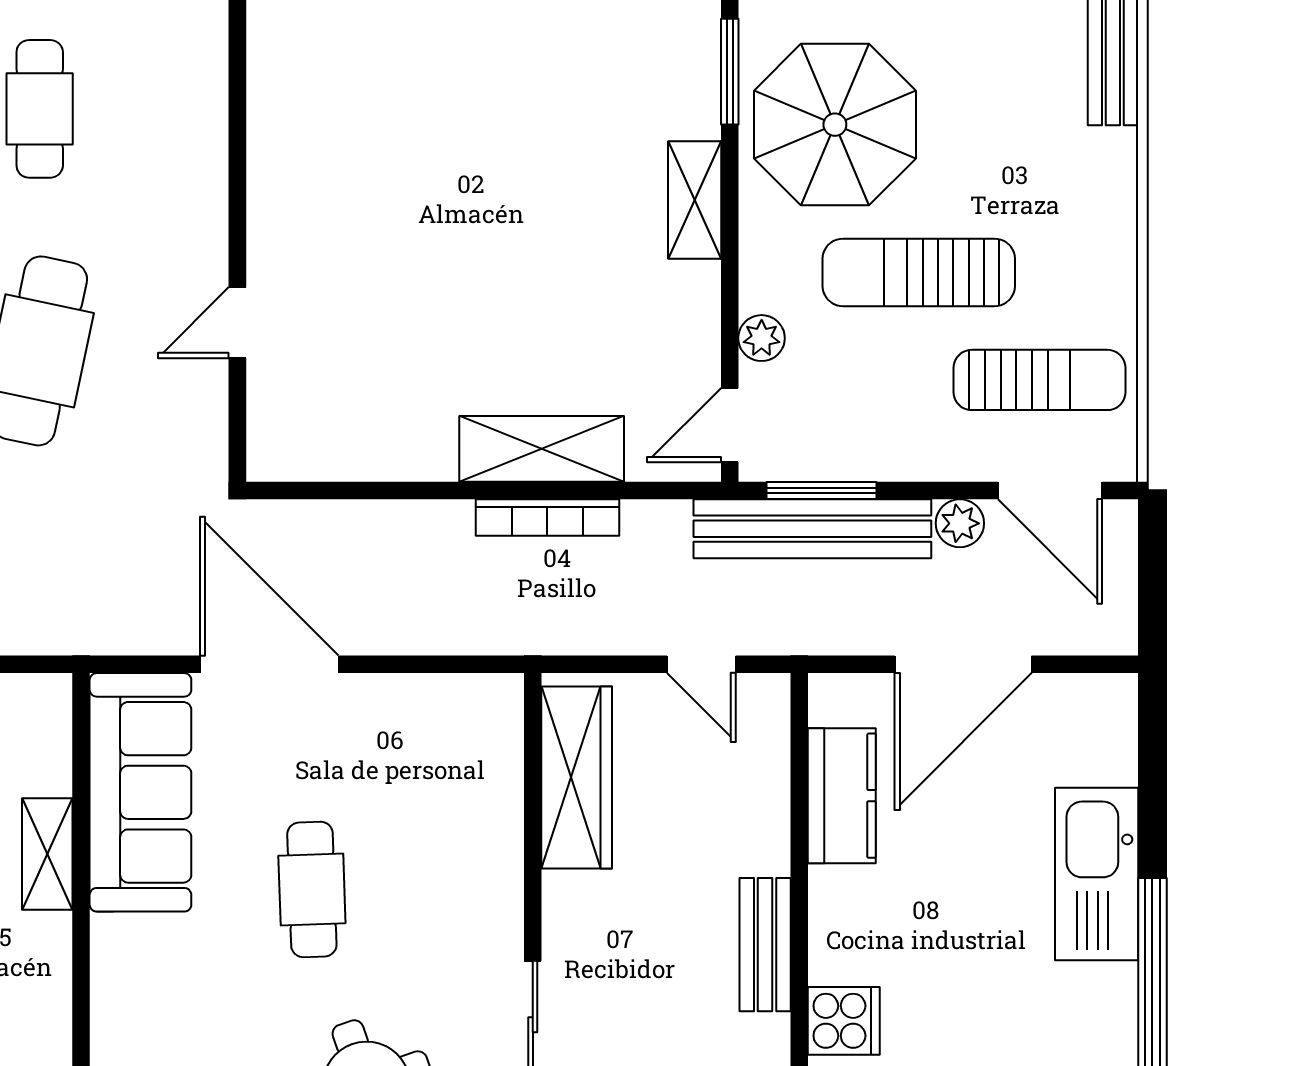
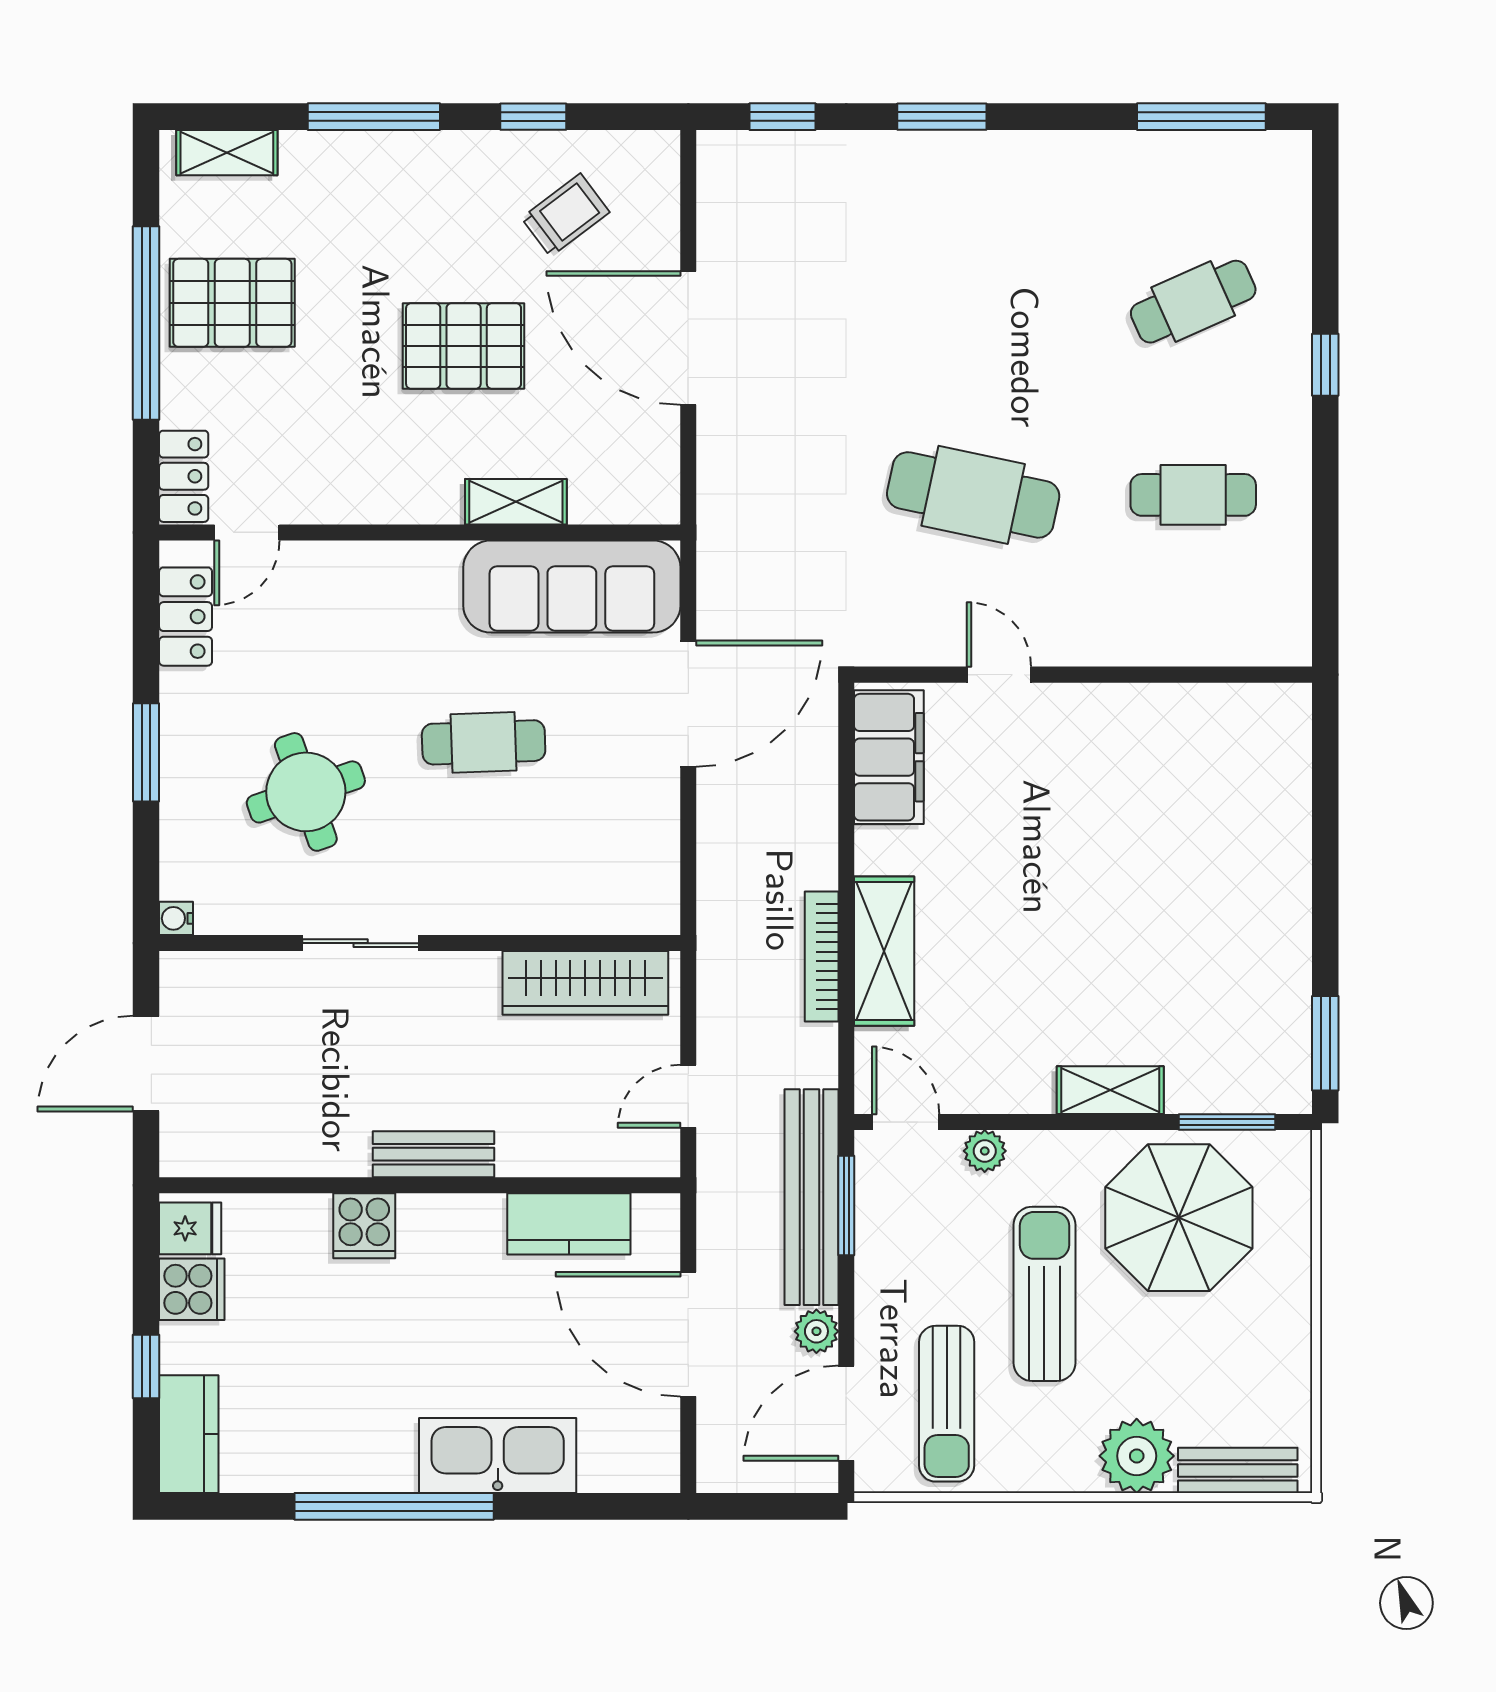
plant: (1097, 171) -> (1137, 1456), added
filing cabinet: (328, 444) -> (889, 757), added

